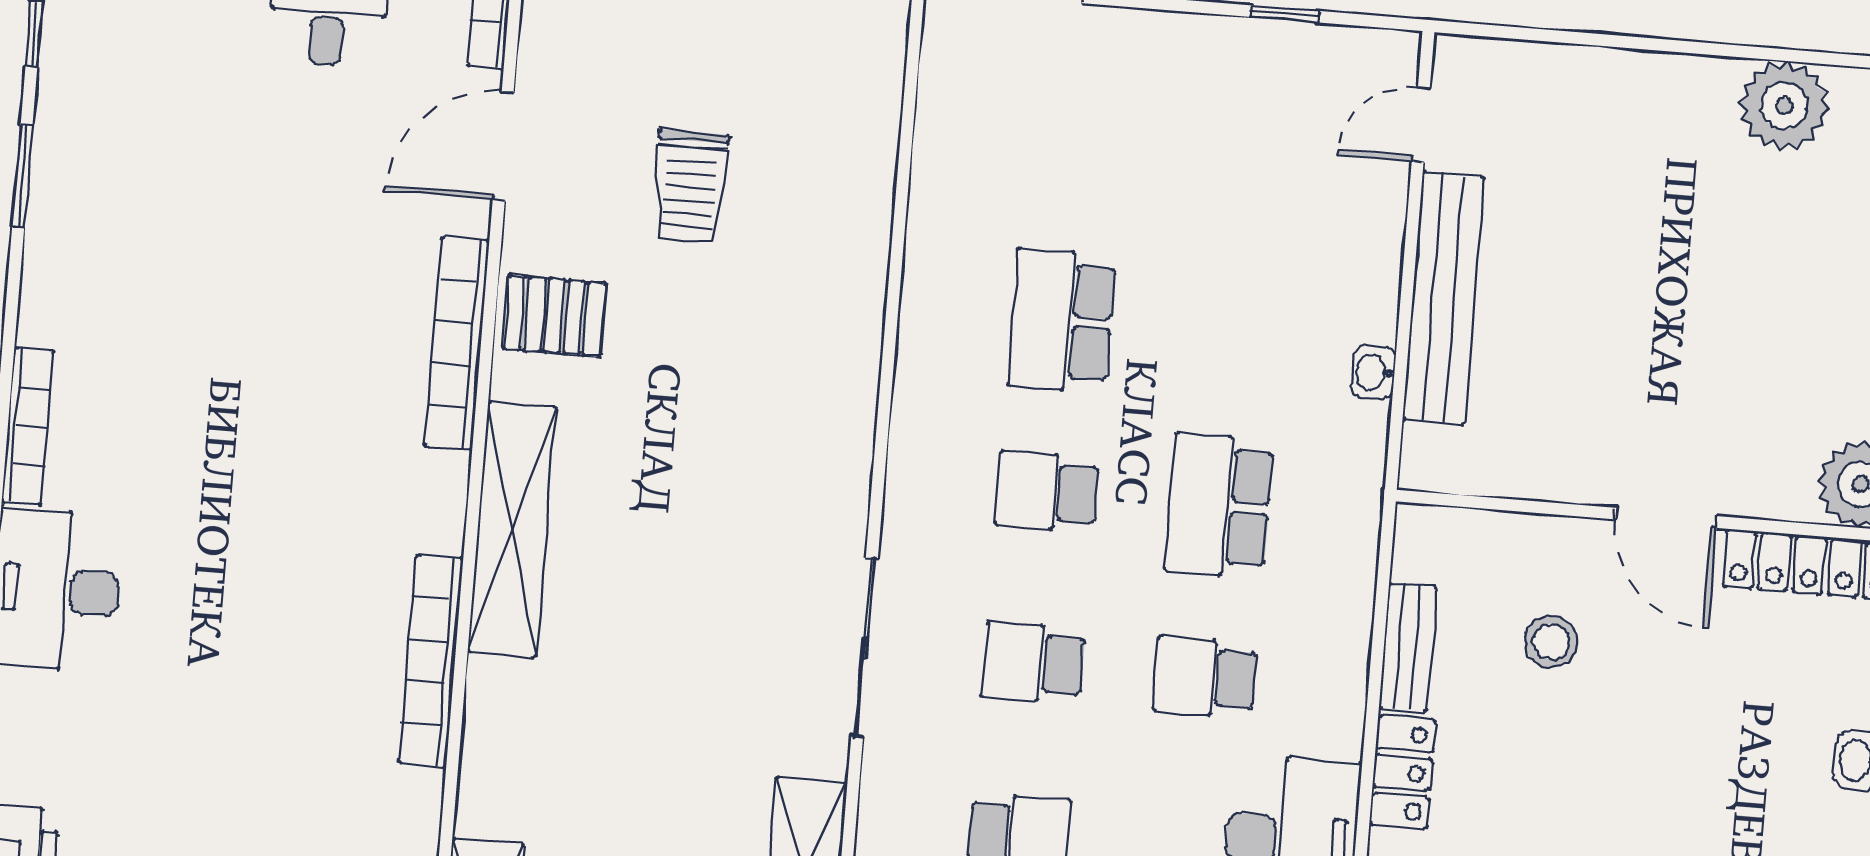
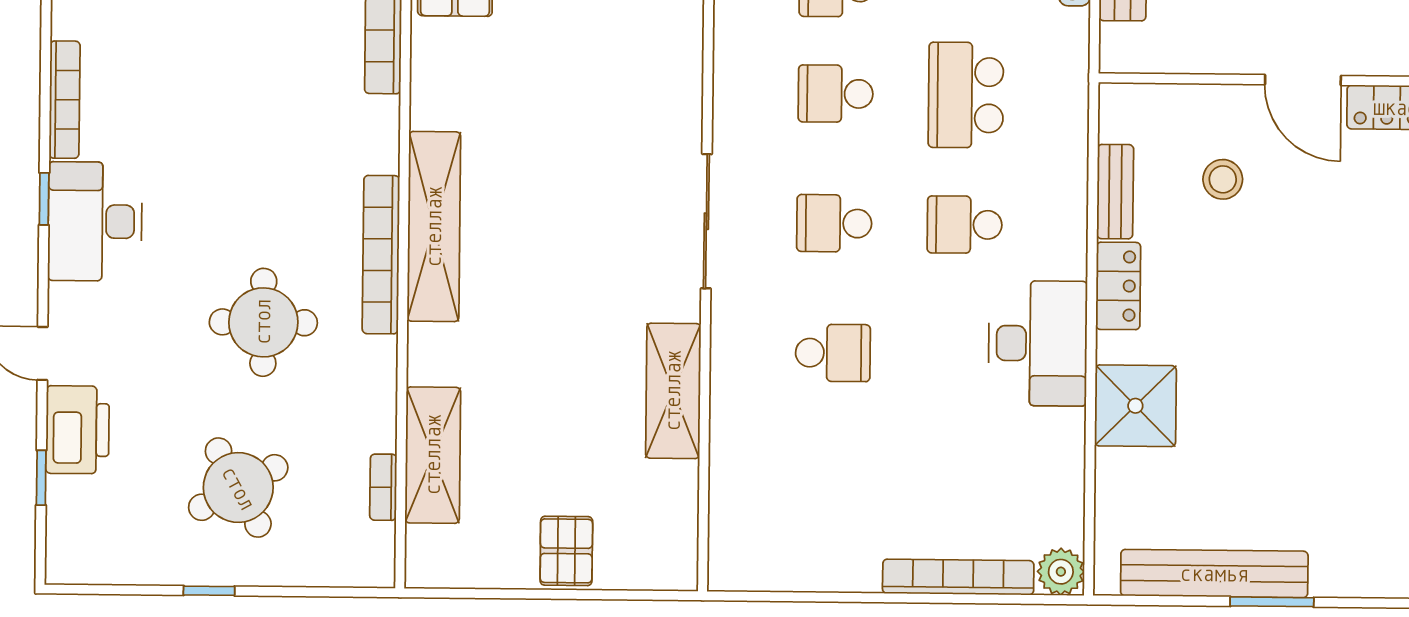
shelving: (512, 529) -> (434, 227), moved
round table: (269, 740) -> (263, 322), added

